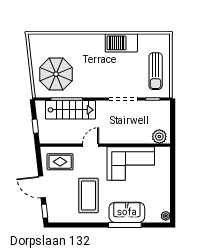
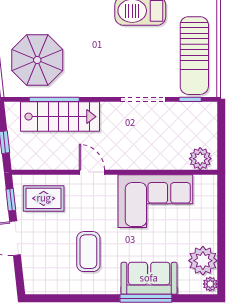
sun lounger: (156, 71) -> (194, 56), width x1.36, depth x1.34
door: (91, 145) -> (92, 172), hinge flipped
coffee table: (88, 195) -> (88, 252), width x0.73, depth x0.76
plant: (161, 201) -> (203, 261), added
window: (45, 211) -> (11, 200), moved

